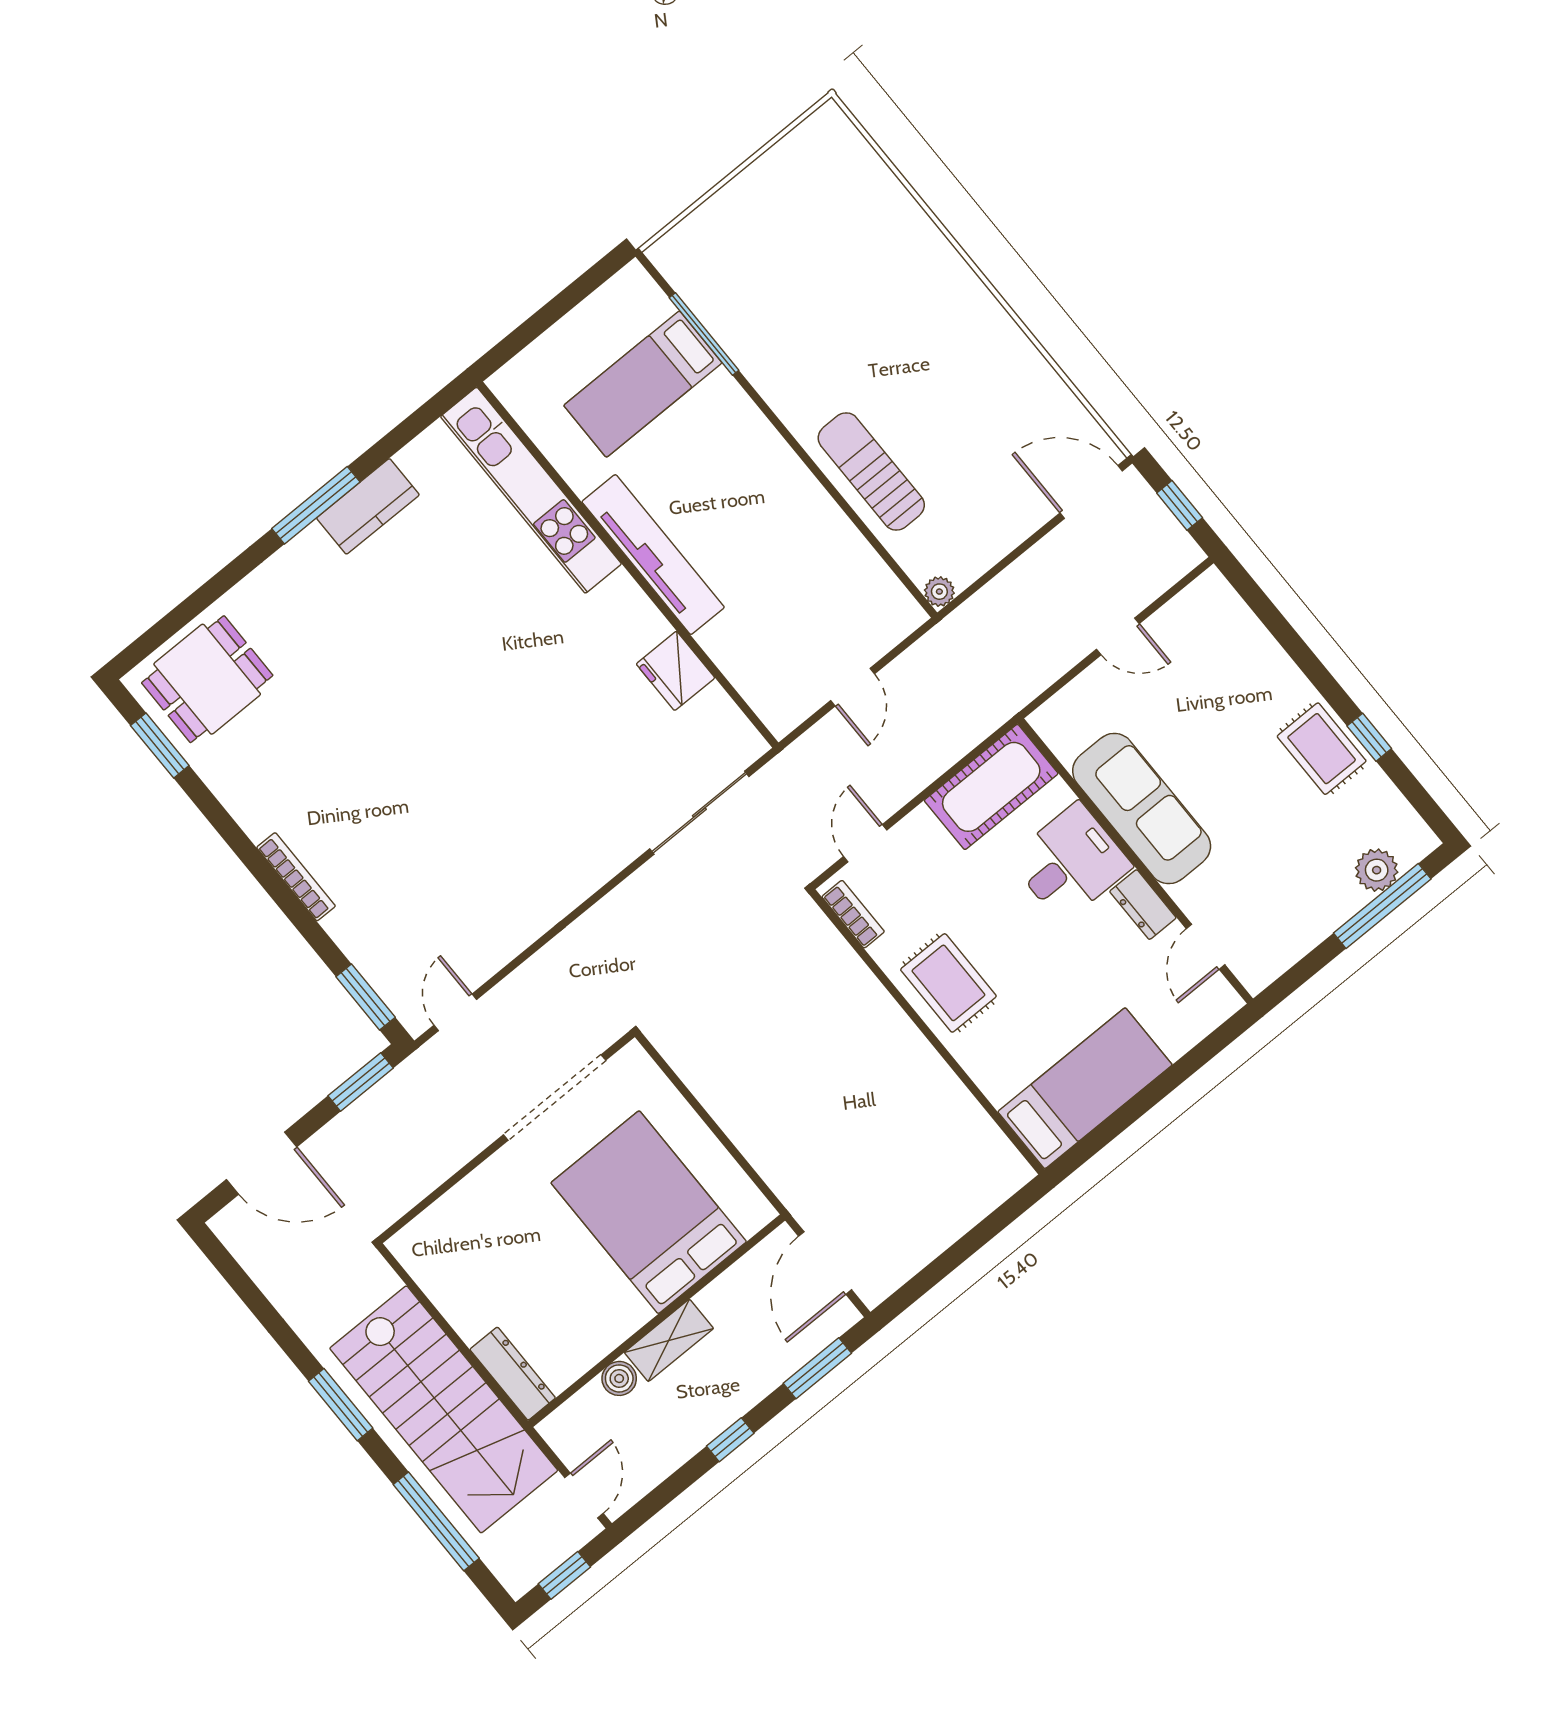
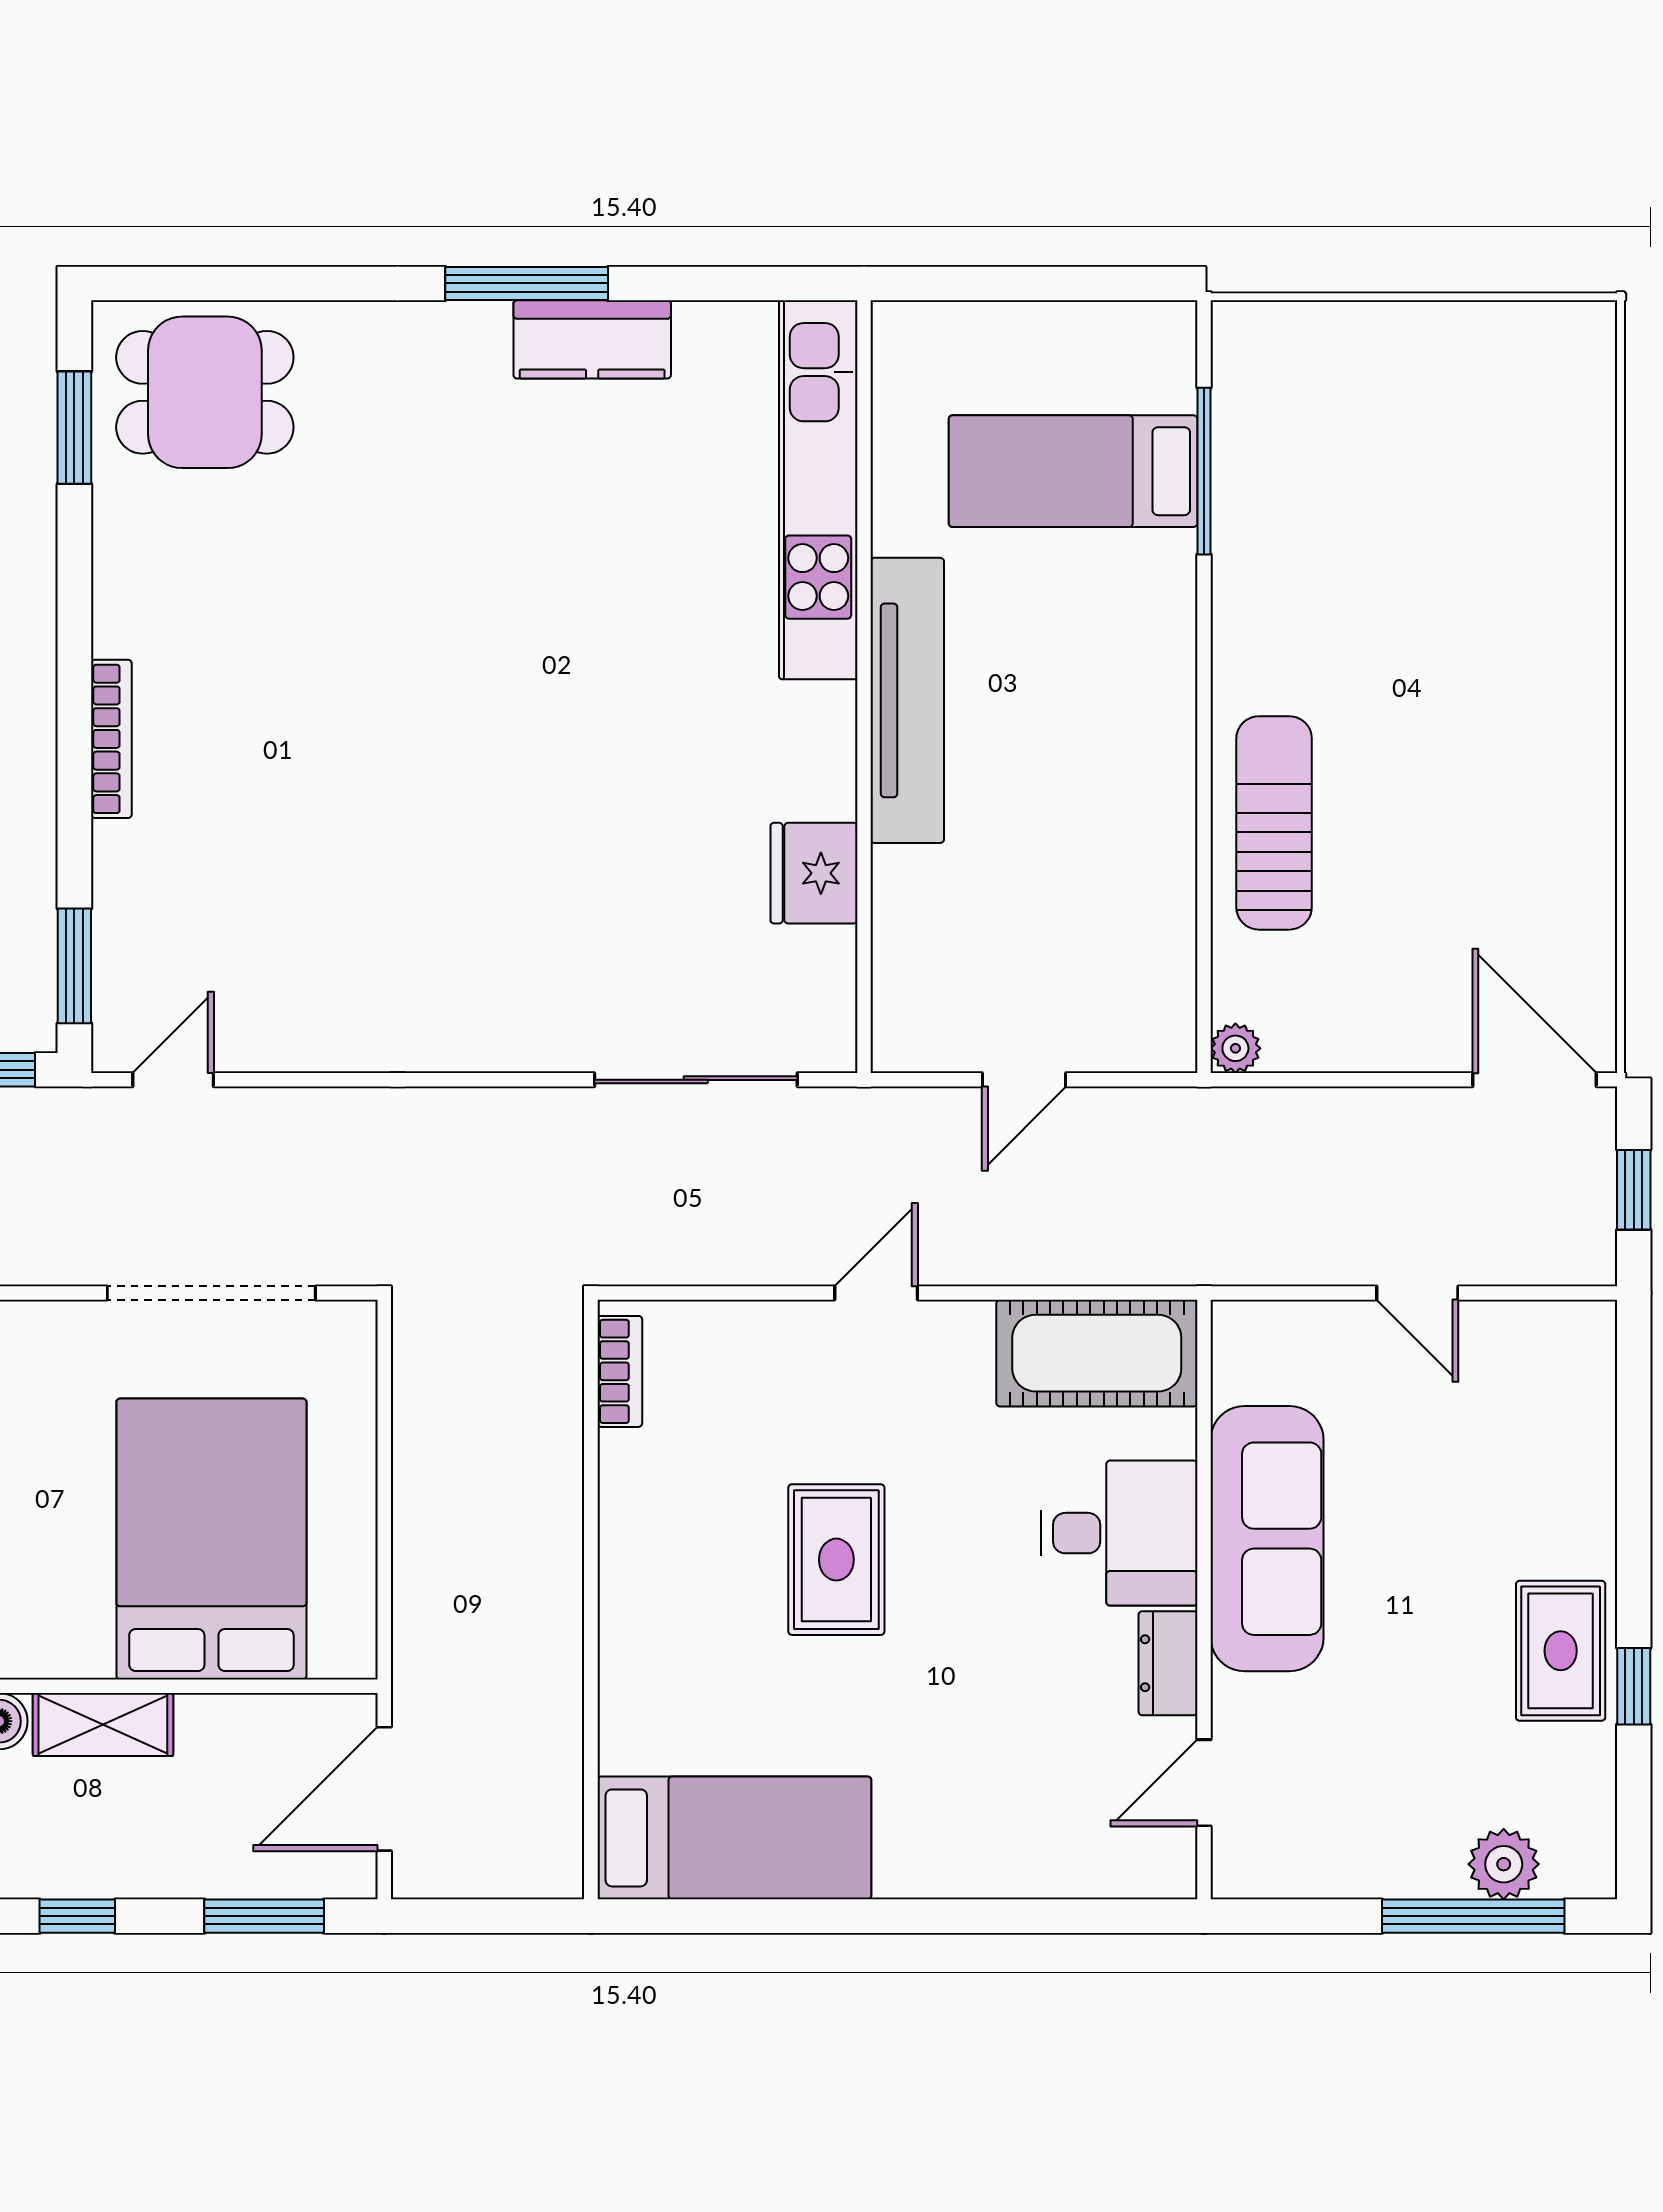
bookcase: (853, 914) -> (620, 1371), moved
wall: (927, 1032) -> (591, 1600), moved
bed: (1085, 1088) -> (734, 1838), moved

